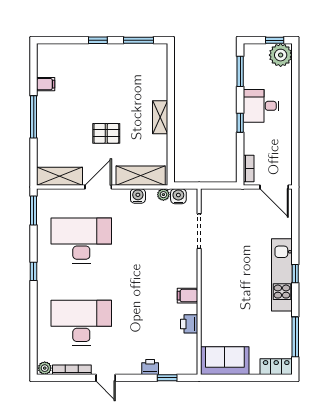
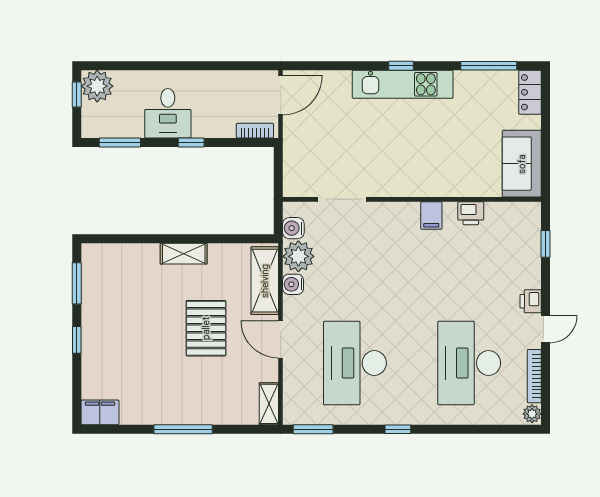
filing cabinet: (46, 84) -> (100, 412), moved, width x2.00
pallet: (106, 133) -> (206, 328), width x1.50, depth x1.42
shelving: (59, 176) -> (269, 404), width x0.67, depth x0.75
plant: (163, 195) -> (298, 256), width x1.88, depth x1.88
printer: (150, 367) -> (531, 301), moved

